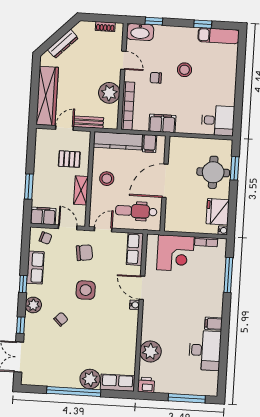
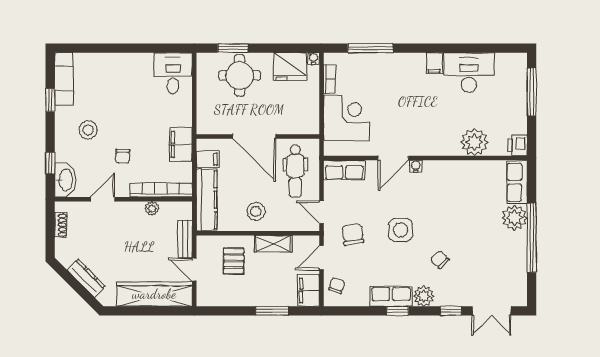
stool: (185, 70) -> (88, 130), moved
plant: (109, 93) -> (152, 209), width x0.53, depth x0.53
row of seats: (35, 267) -> (391, 296), moved

